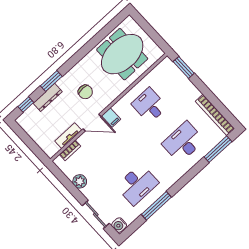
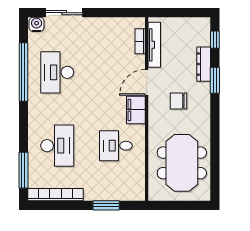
window: (184, 67) -> (106, 205), moved
desk: (149, 105) -> (116, 146), turned 180
filing cabinet: (111, 117) -> (136, 110), width x2.00
tv unit: (68, 136) -> (154, 45), width x1.41
plant: (80, 181) -> (106, 25), removed
window: (156, 206) -> (23, 72), width x1.46

